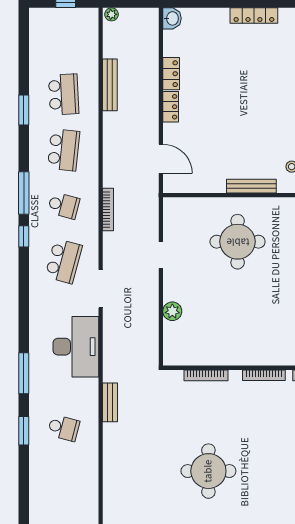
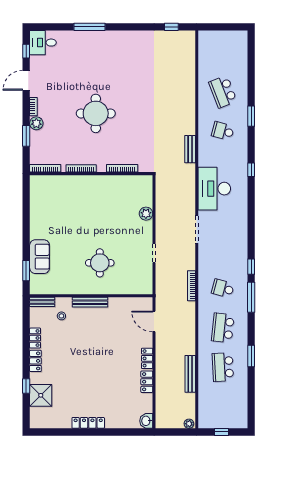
round table: (238, 242) -> (100, 263), width x0.73, depth x0.73
school desk: (64, 261) -> (223, 92), moved, turned -36
window: (24, 373) -> (251, 170), width x0.46
window: (24, 431) -> (251, 116), moved
round table: (208, 471) -> (96, 113), moved

